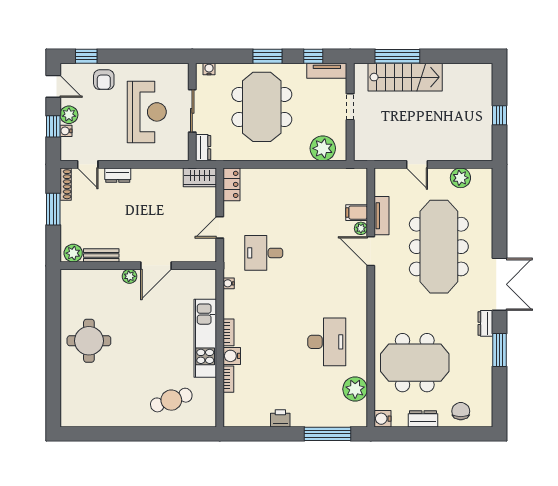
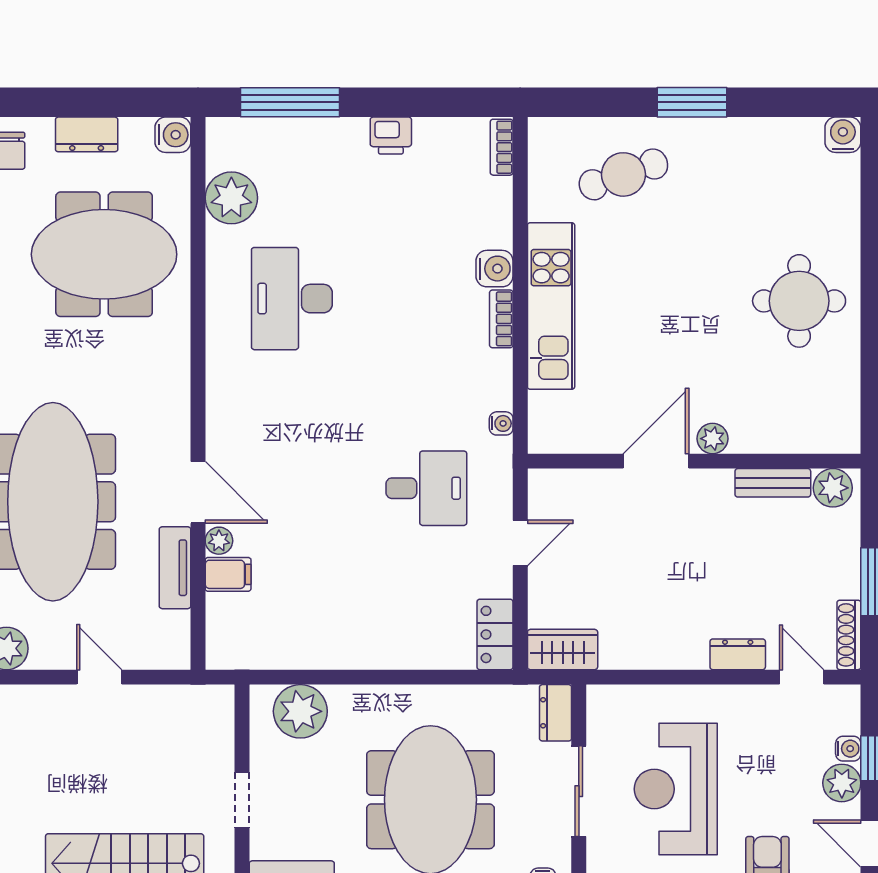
bookcase: (228, 379) -> (502, 147), moved
water cooler: (68, 419) -> (843, 135), added
window: (139, 434) -> (692, 102), added

